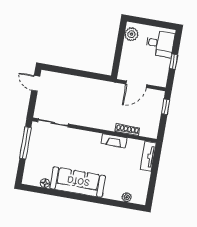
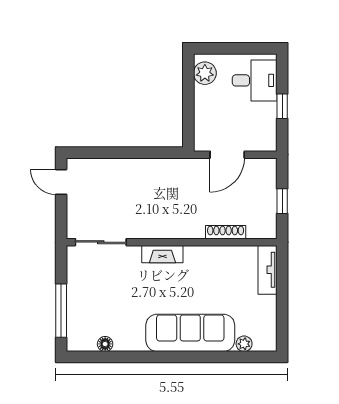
window: (166, 107) -> (282, 201), moved
fireplace: (114, 141) -> (162, 254), moved
window: (25, 143) -> (61, 311), moved
sofa: (78, 182) -> (190, 333), moved

